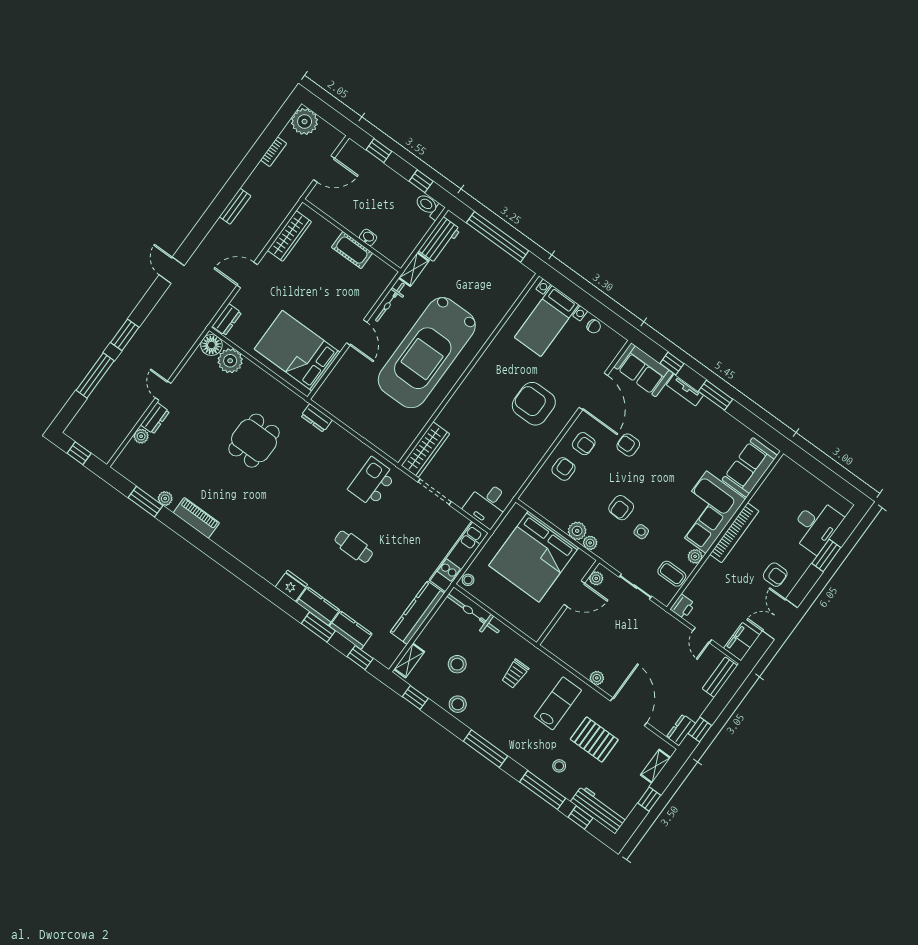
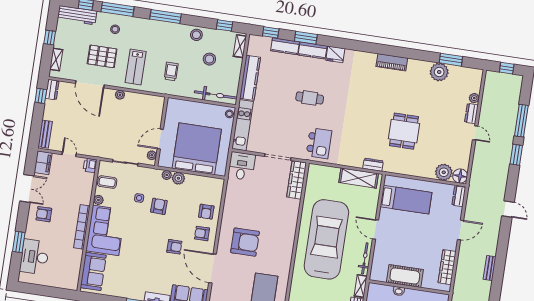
cot: (352, 250) -> (405, 276), width x1.37, depth x1.34
bed: (297, 351) -> (406, 200), width x0.67
shelving: (344, 410) -> (359, 178), added
plant: (165, 499) -> (439, 72), width x1.87, depth x1.87
piano: (196, 518) -> (392, 62), moved

